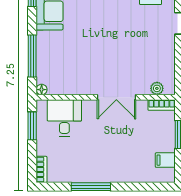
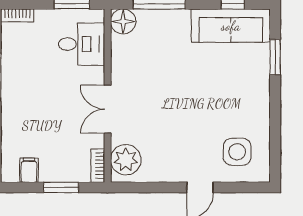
plant: (157, 88) -> (126, 160), width x1.87, depth x1.87
floor lamp: (42, 90) -> (123, 21), width x1.89, depth x1.89

